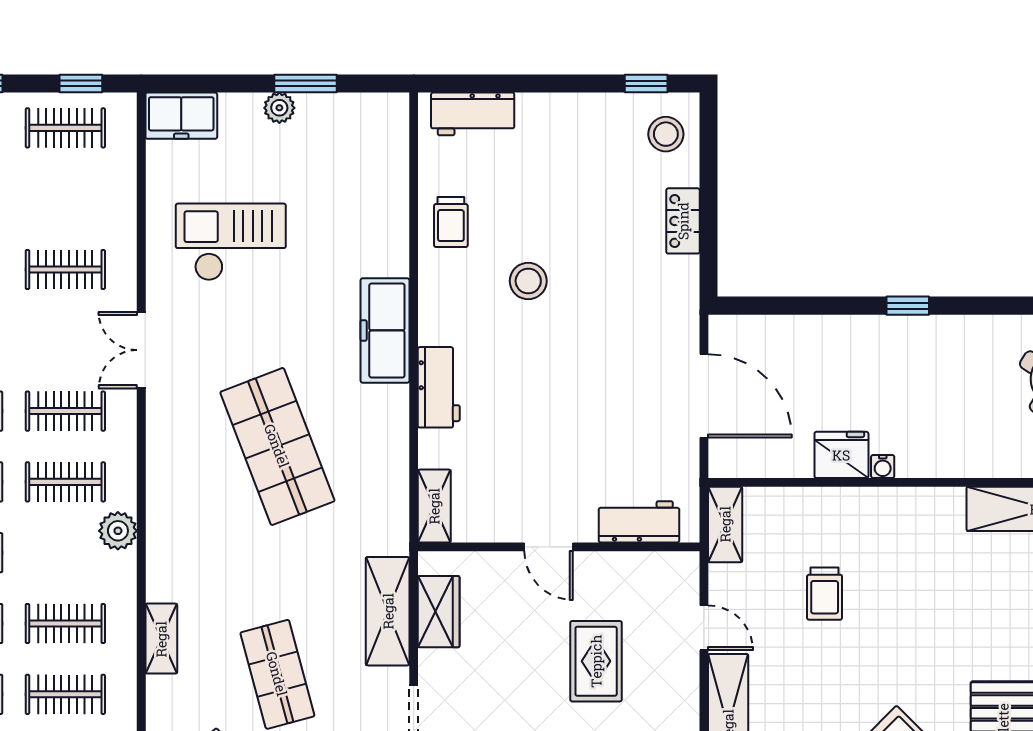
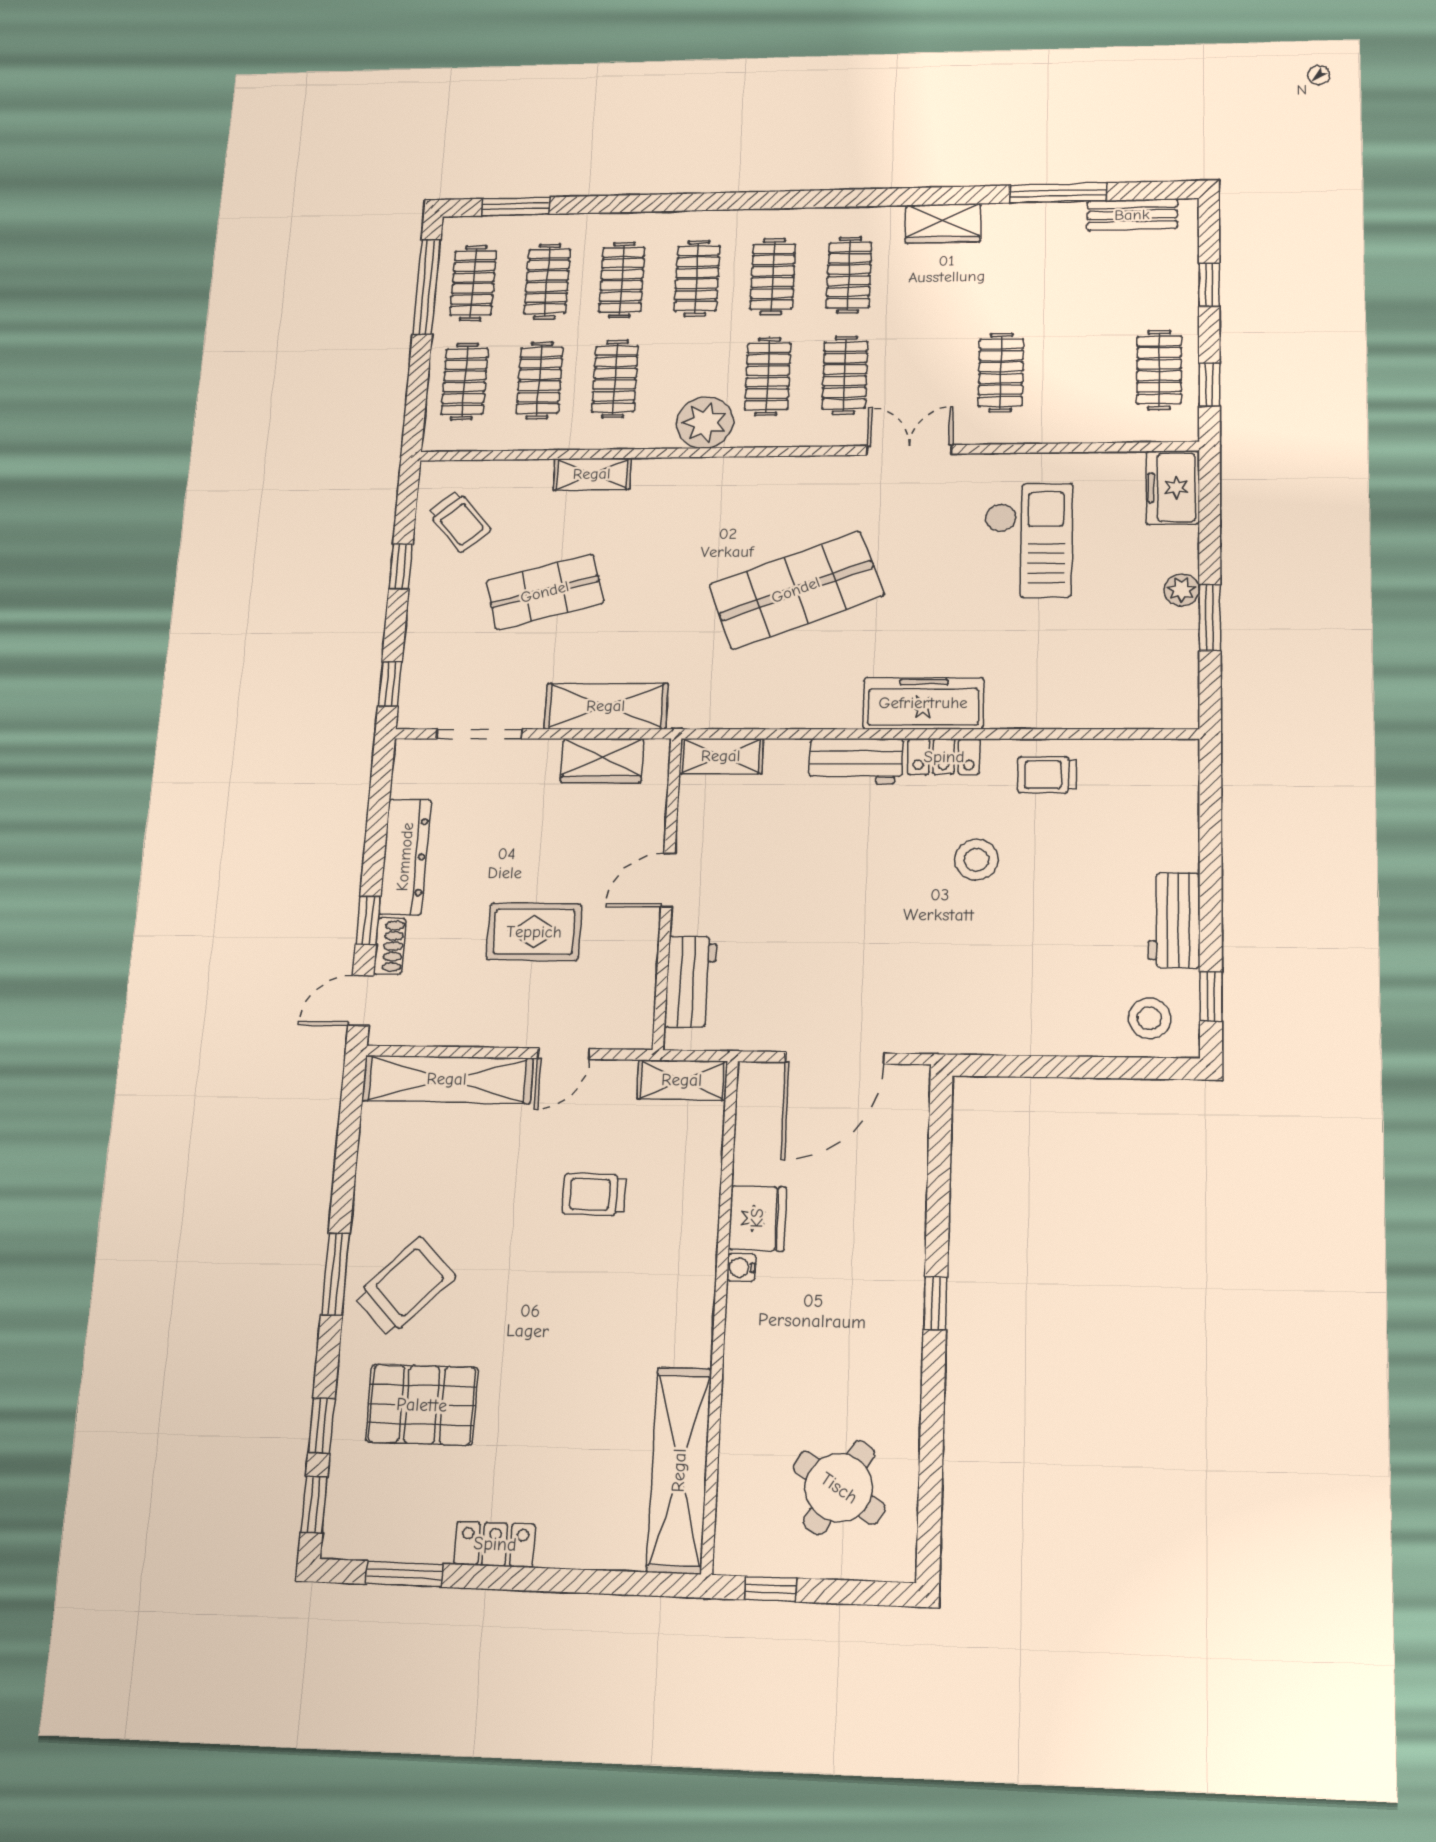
workbench: (473, 114) -> (1174, 920), moved
locker: (683, 221) -> (944, 757), moved, turned 180
plant: (118, 531) -> (705, 423), width x1.36, depth x1.36

